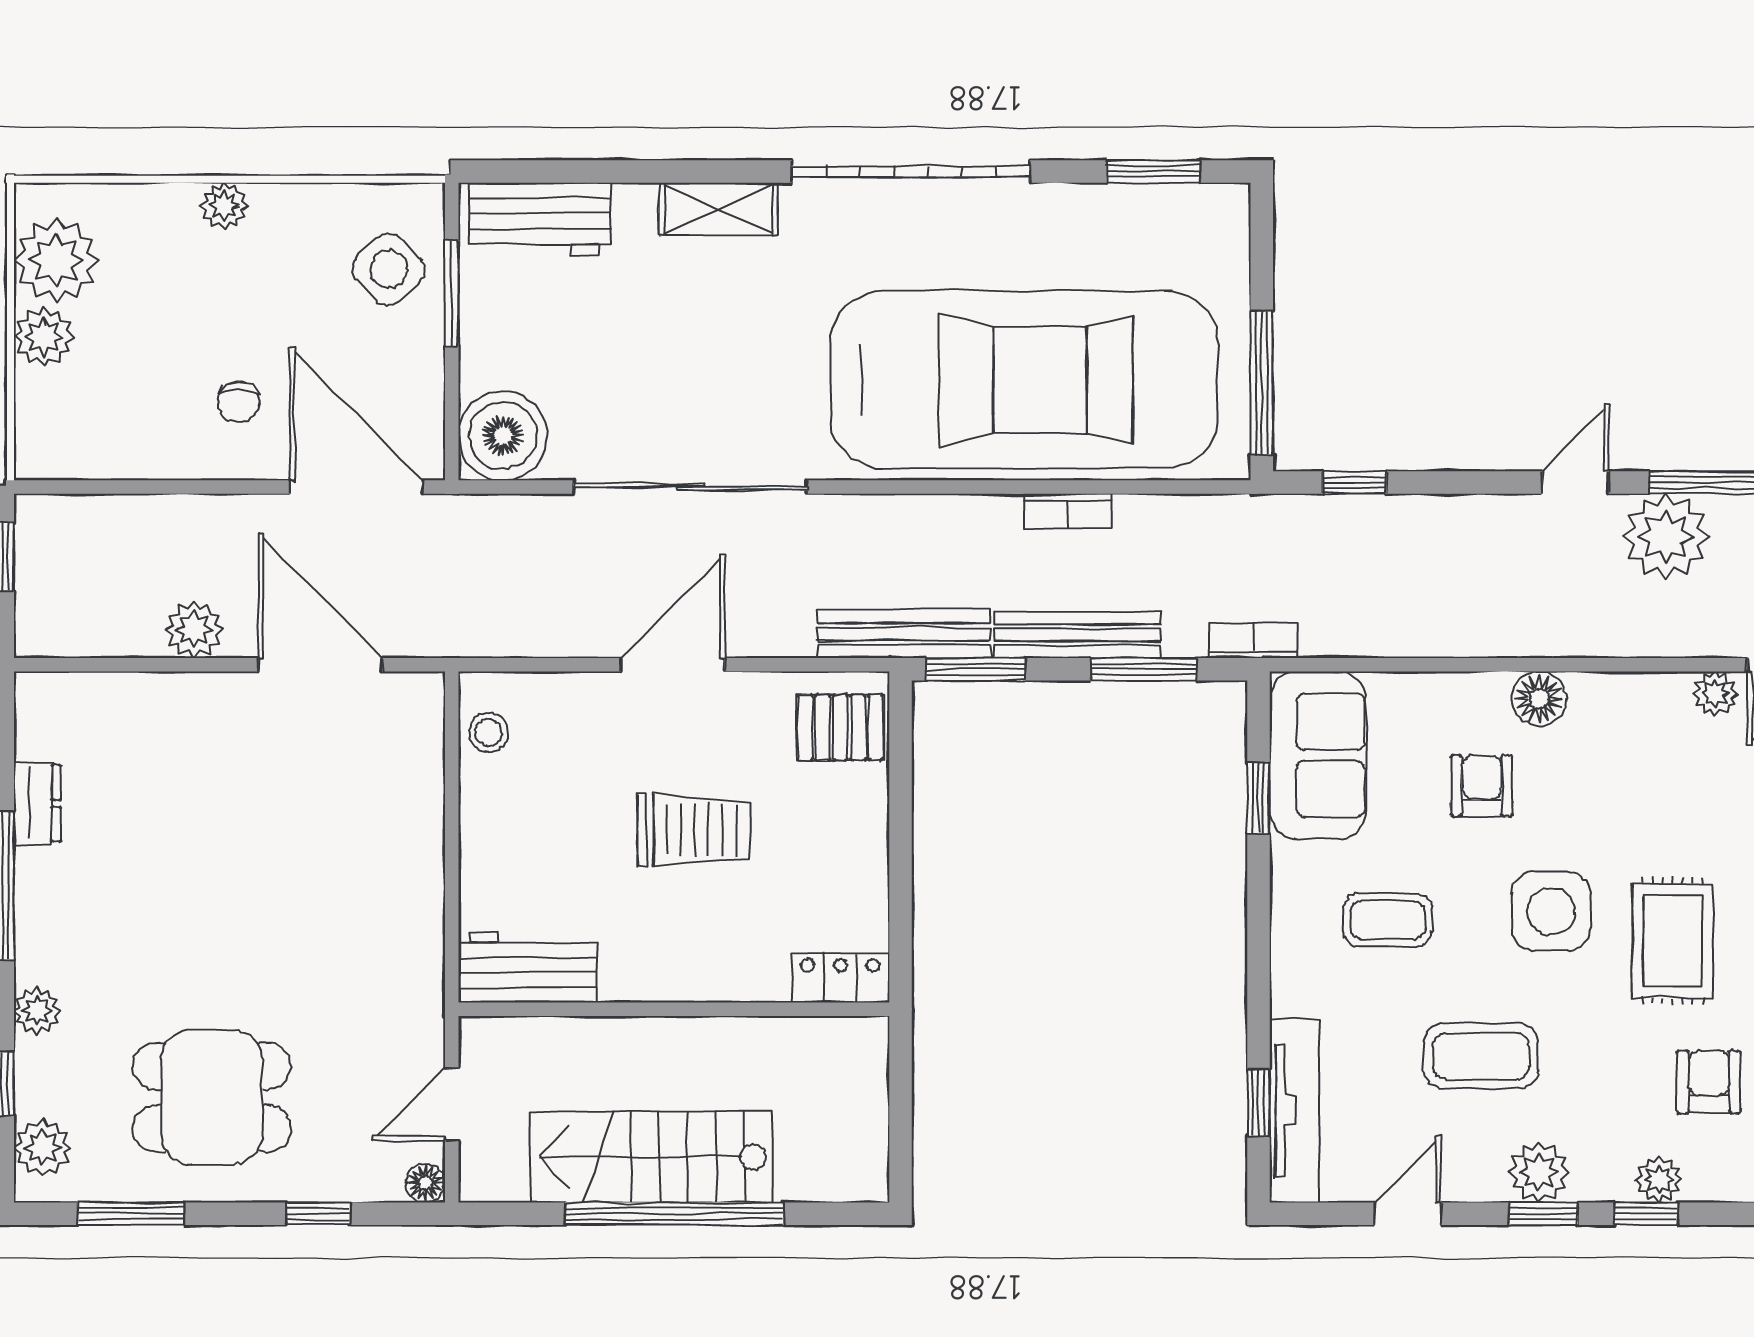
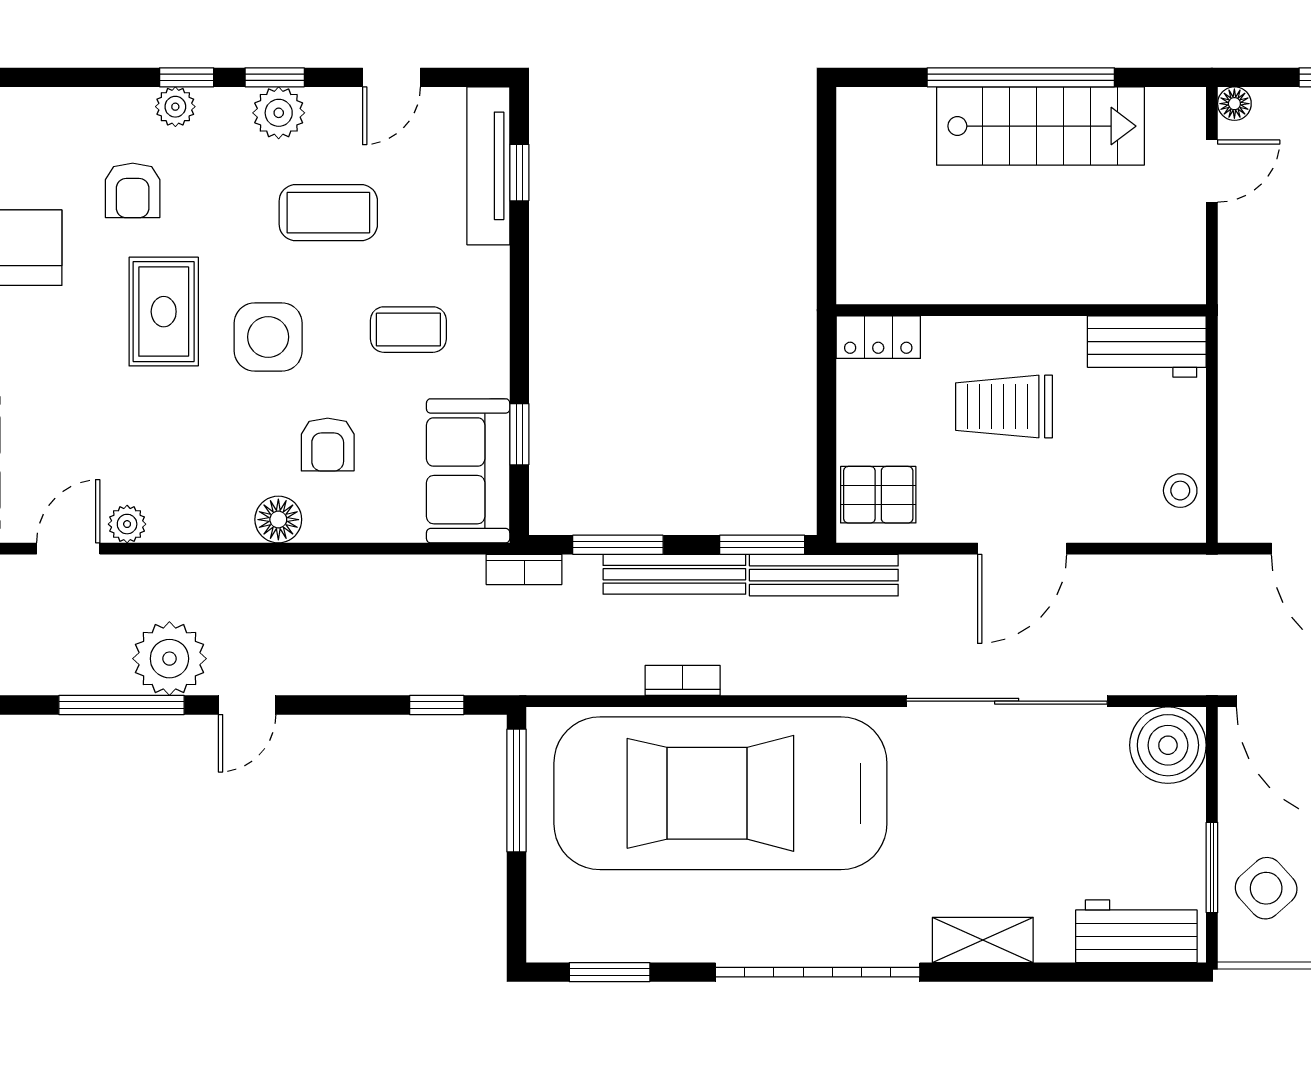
workbench: (528, 967) -> (1147, 346), moved
locker: (840, 978) -> (878, 337), moved
wall: (674, 1009) -> (1021, 310), moved

